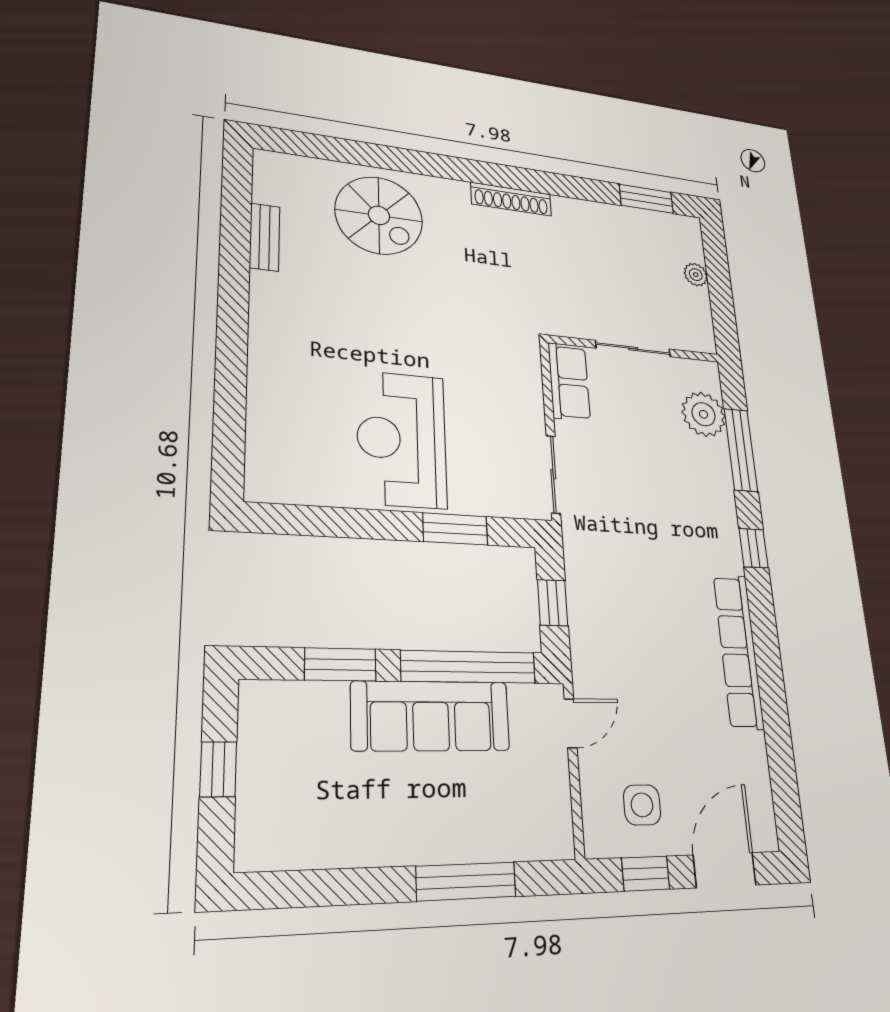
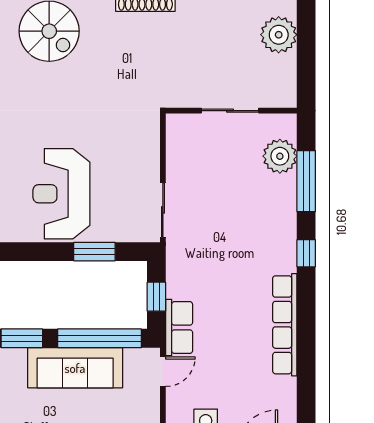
plant: (696, 275) -> (279, 35), width x1.88, depth x1.88
row of seats: (569, 382) -> (179, 328), moved

